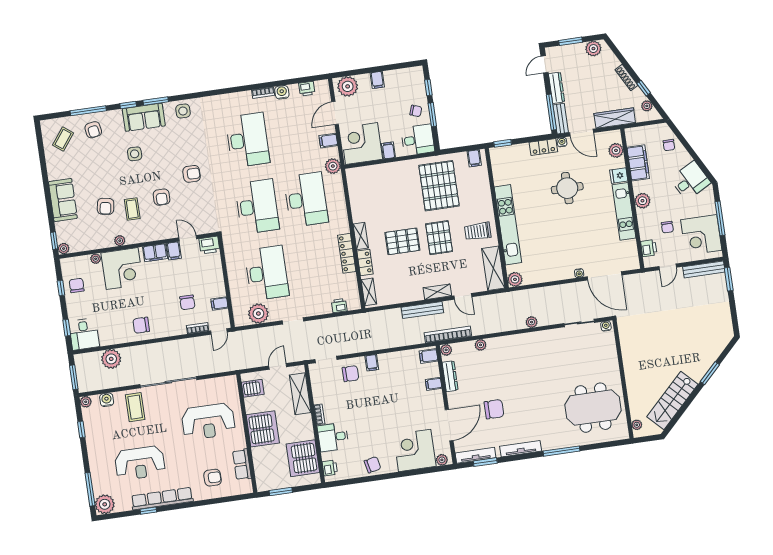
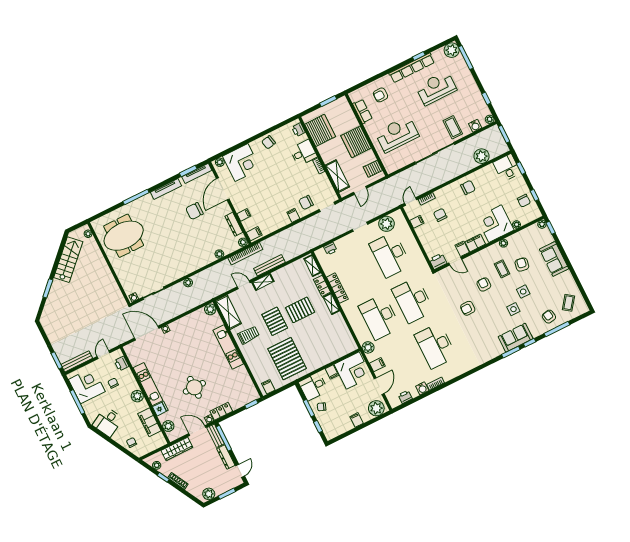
side table: (183, 111) -> (523, 292), moved
kitchen unit: (508, 225) -> (228, 347), width x0.73

